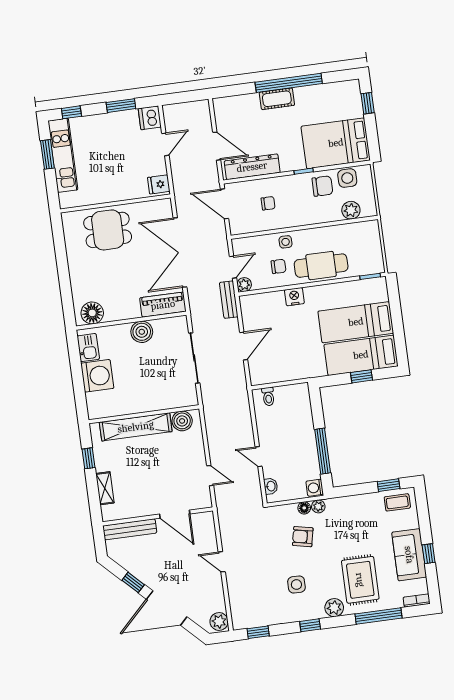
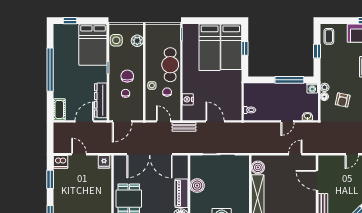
cot: (277, 99) -> (59, 109), moved
chair: (322, 186) -> (127, 76), moved
plant: (244, 285) -> (176, 116), removed
nightstand: (294, 297) -> (188, 99), moved
piano: (163, 305) -> (181, 193), moved
window: (389, 485) -> (317, 51), moved
door: (175, 514) -> (317, 180), swing flipped

